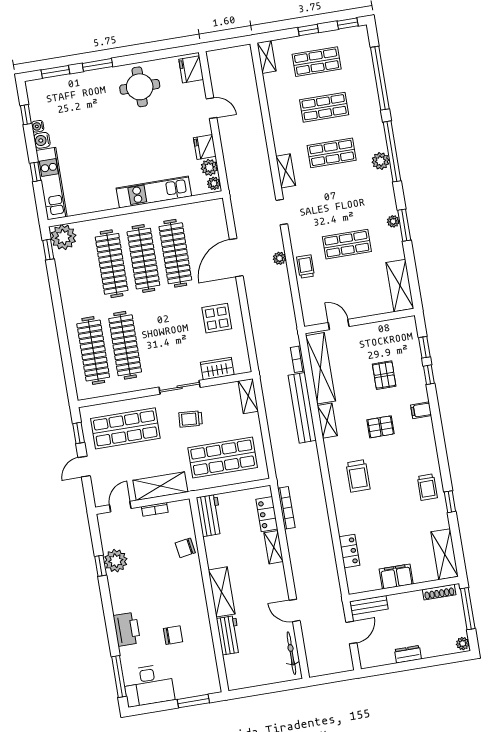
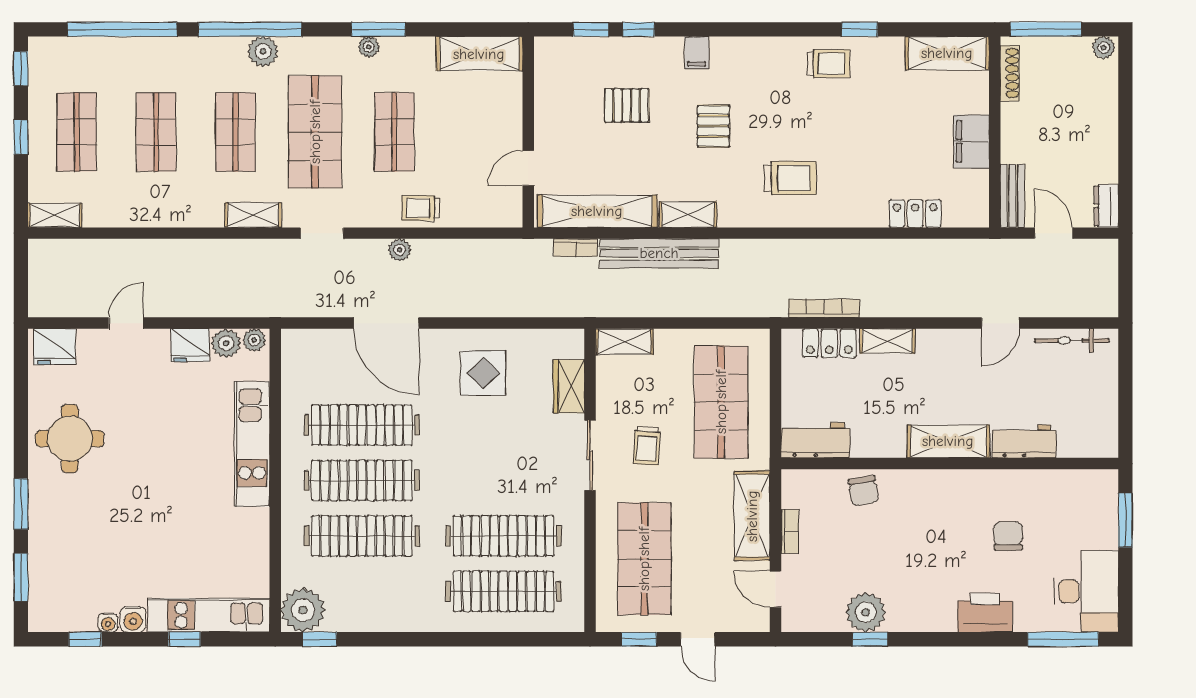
shop shelf: (339, 198) -> (315, 132), added
dresser: (408, 654) -> (1106, 206), moved

